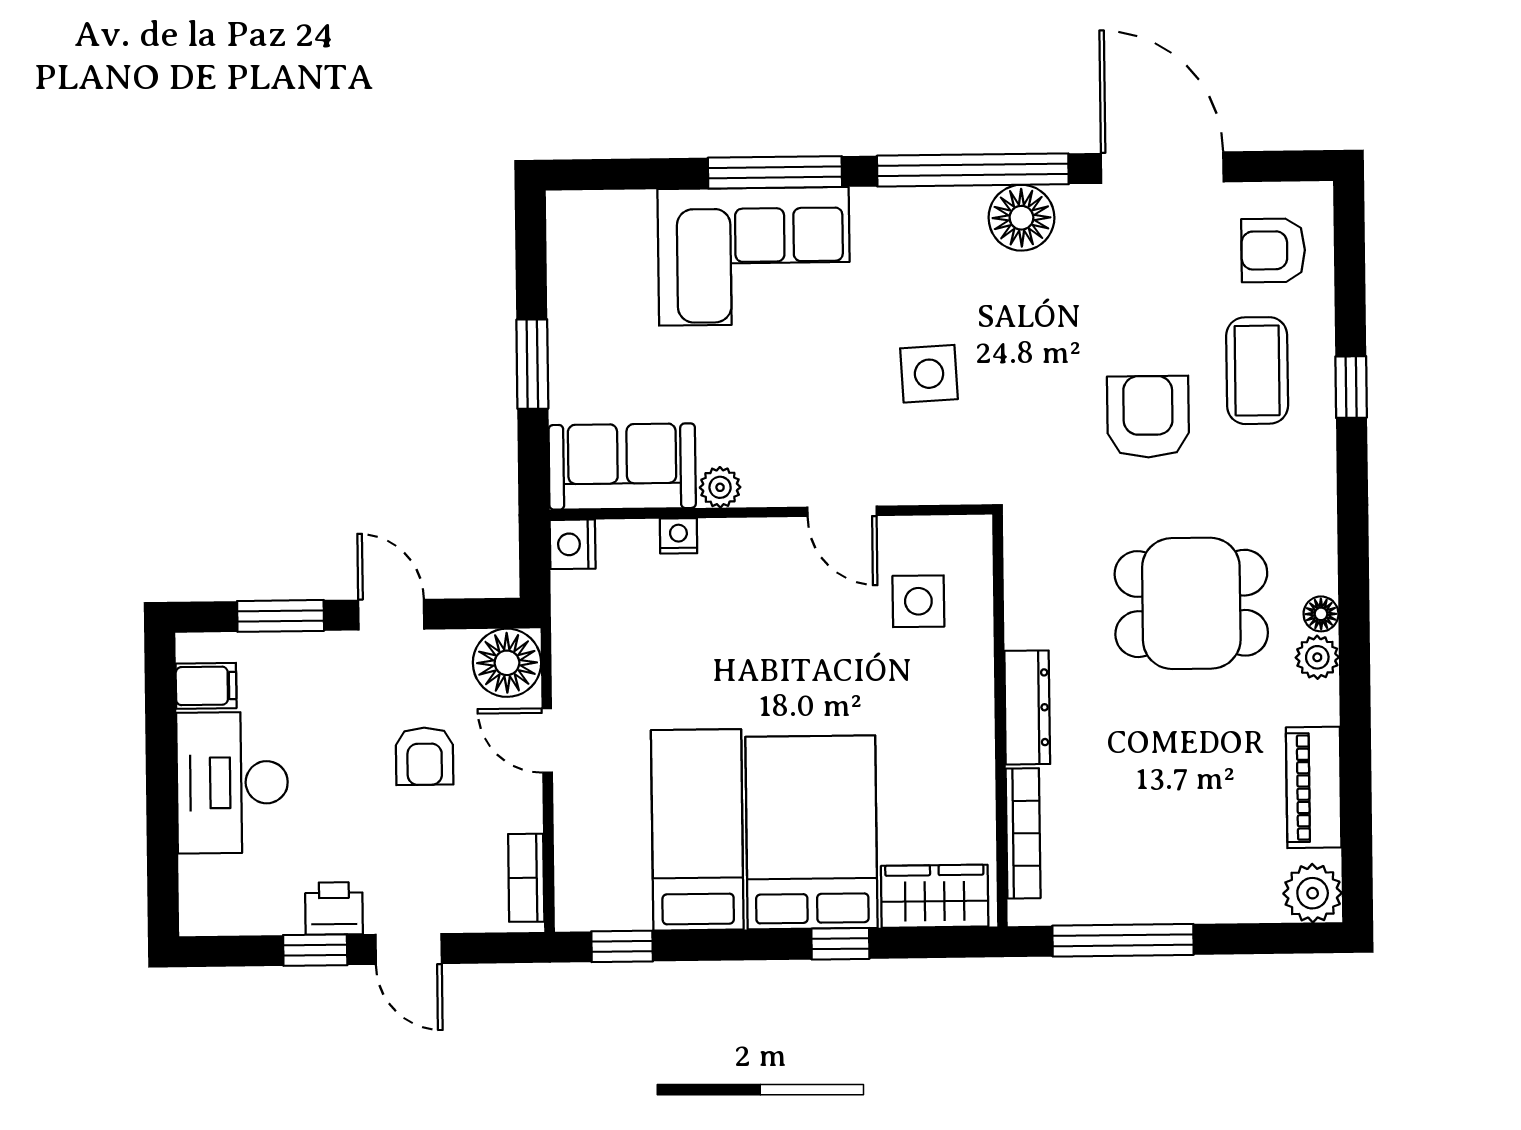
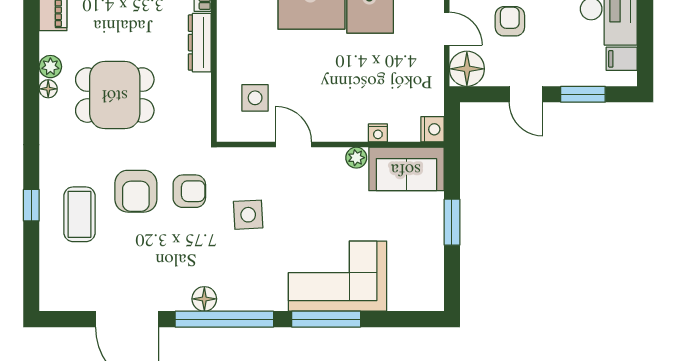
floor lamp: (1021, 218) -> (204, 299), width x0.73, depth x0.73
armchair: (1273, 250) -> (189, 191), moved

